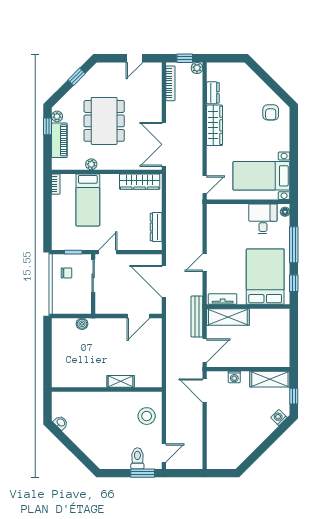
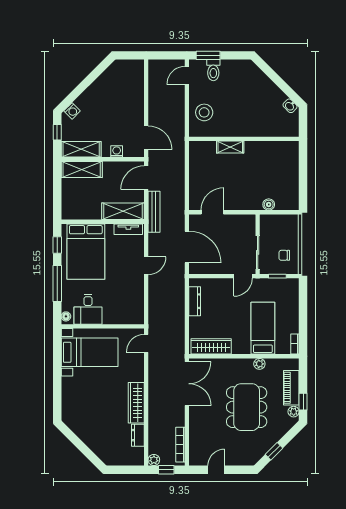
armchair: (271, 112) -> (80, 416), removed
shelving: (269, 359) -> (82, 169), added

